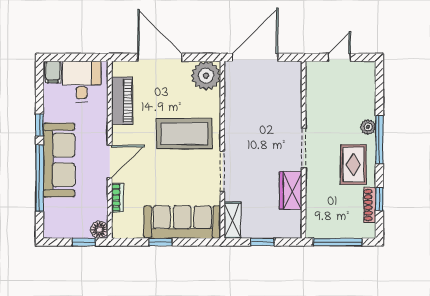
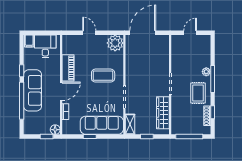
door: (160, 57) -> (89, 33), width x0.53
piano: (122, 101) -> (68, 68), moved
coffee table: (184, 134) -> (103, 76), width x0.73, depth x0.76
wardrobe: (291, 190) -> (163, 113), width x1.50

